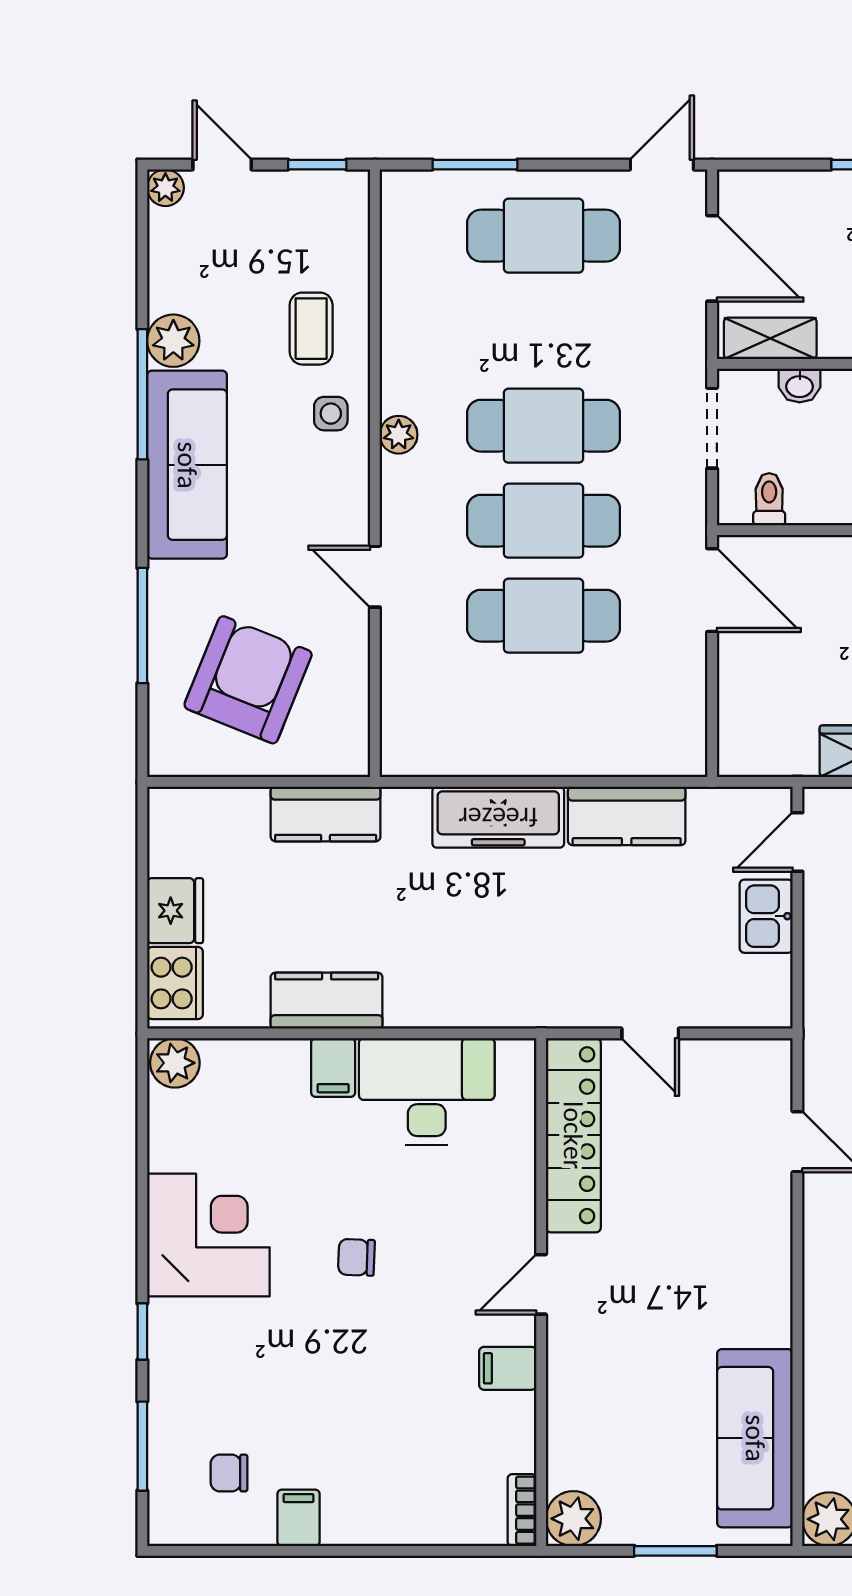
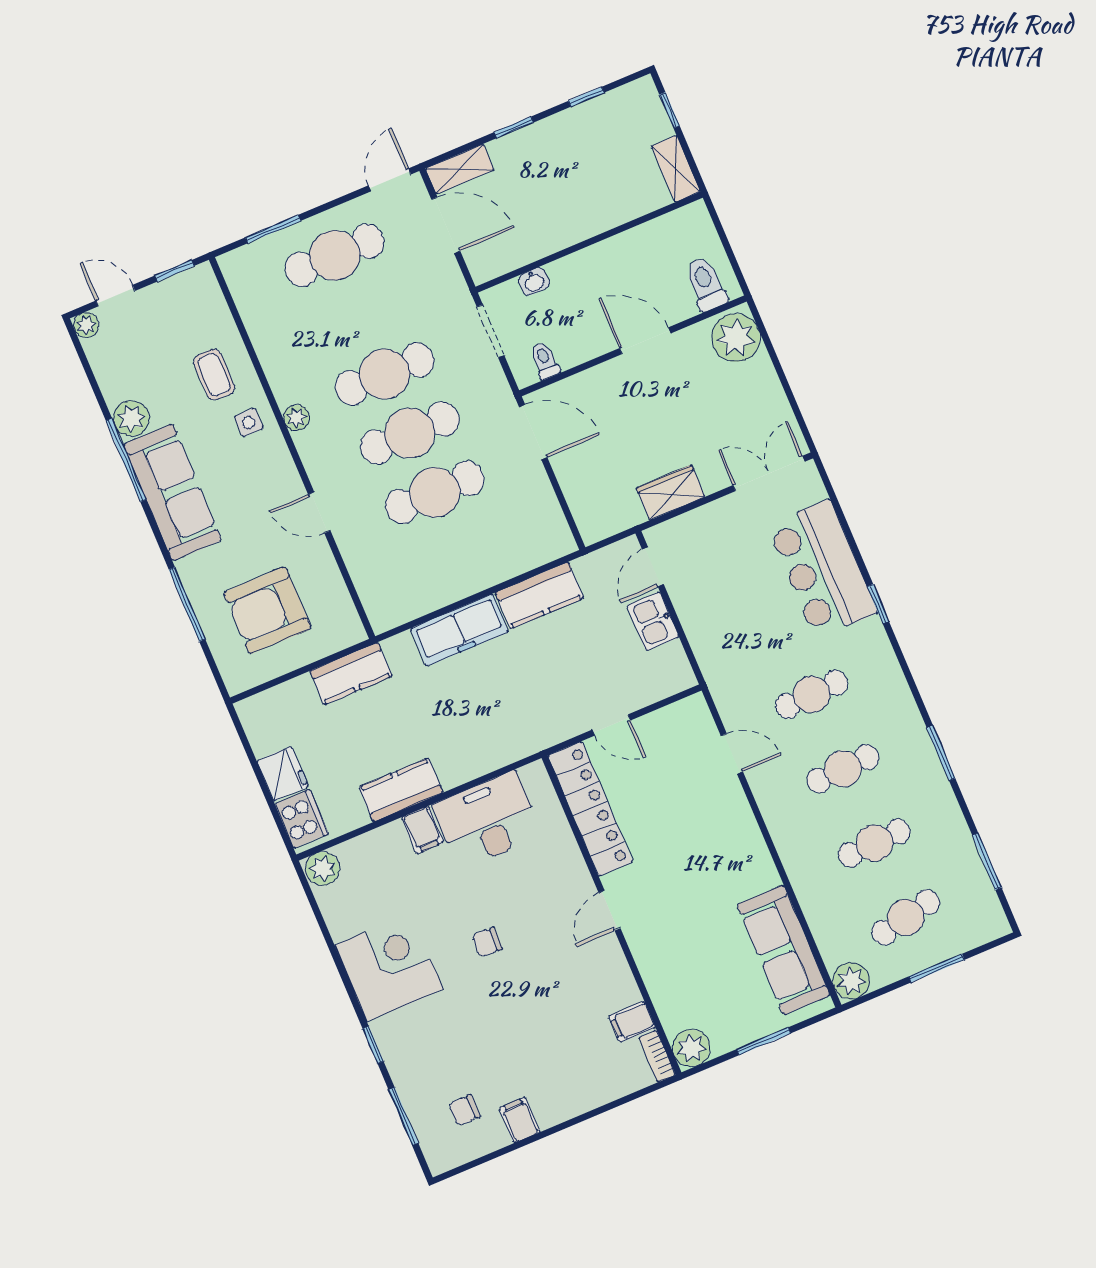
shelving: (770, 338) -> (460, 169), moved
armchair: (248, 680) -> (267, 610), turned -112
filing cabinet: (508, 1368) -> (632, 1022), moved

